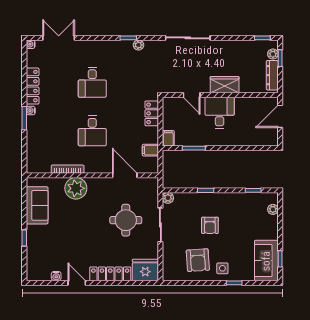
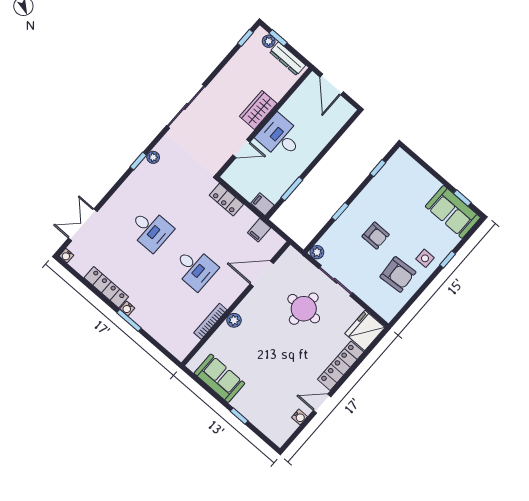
plant: (76, 188) -> (234, 320), width x0.53, depth x0.53
plant: (273, 209) -> (411, 165), removed

